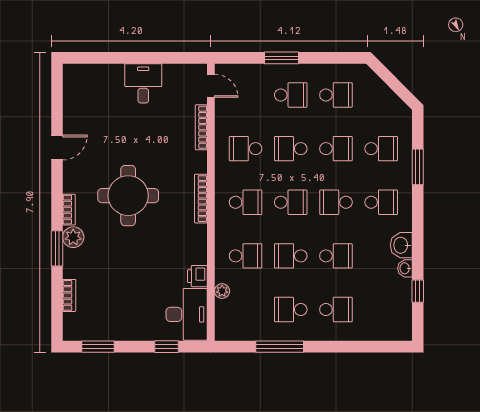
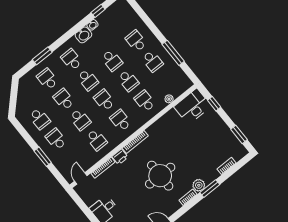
school desk: (336, 95) -> (40, 119), turned 180
school desk: (336, 256) -> (112, 60), turned 180
printer: (197, 276) -> (120, 157), moved

